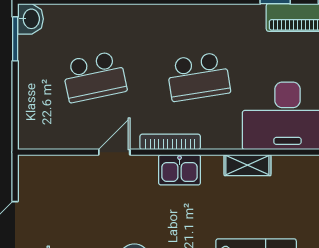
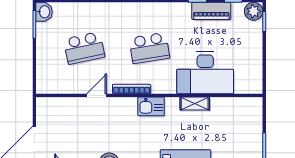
shelving: (247, 165) -> (195, 104), moved
kitchen sink: (180, 170) -> (151, 106), moved

